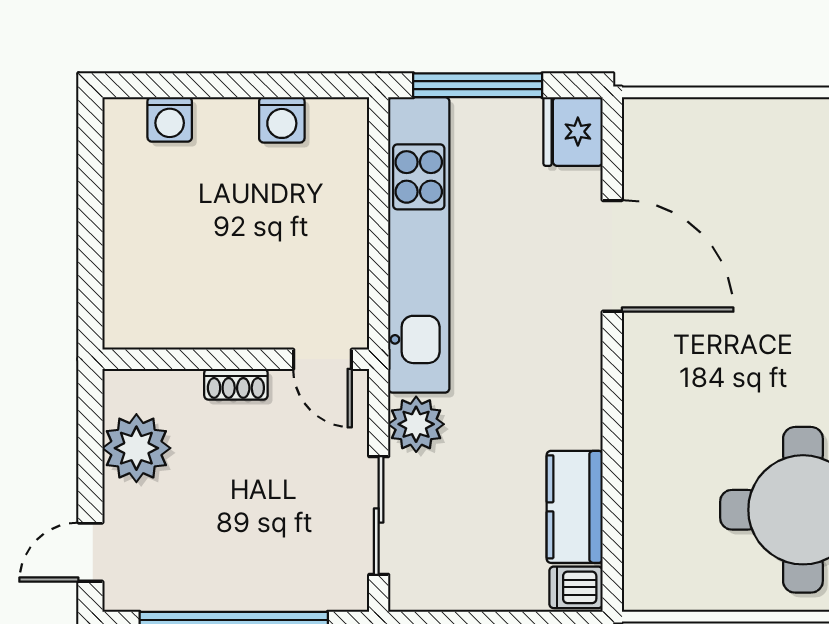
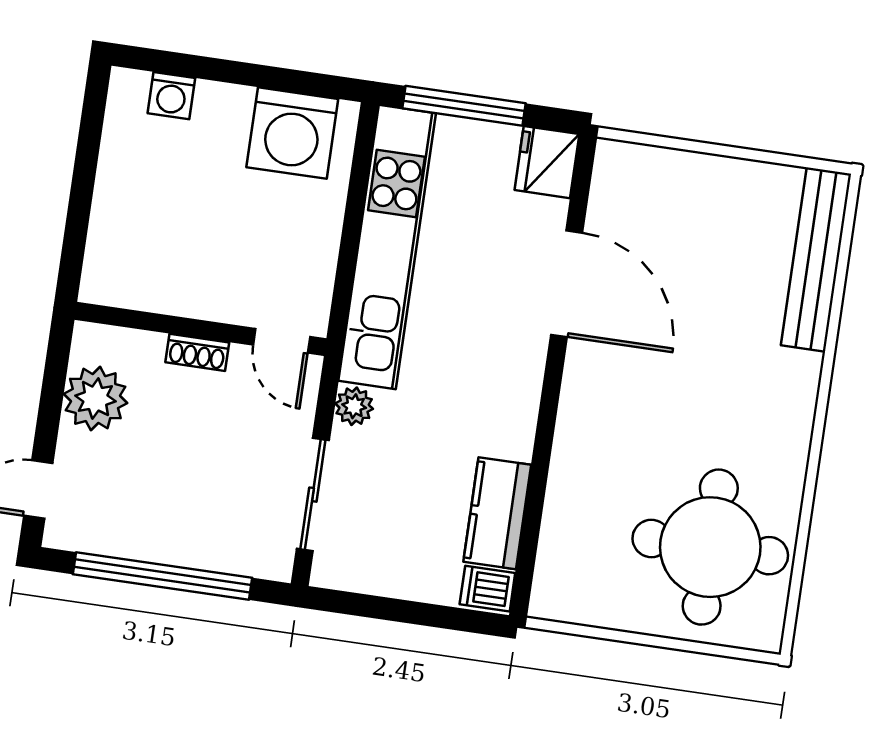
washing machine: (282, 120) -> (292, 133), width x1.89, depth x1.89
plant: (416, 424) -> (354, 406), width x0.73, depth x0.73

